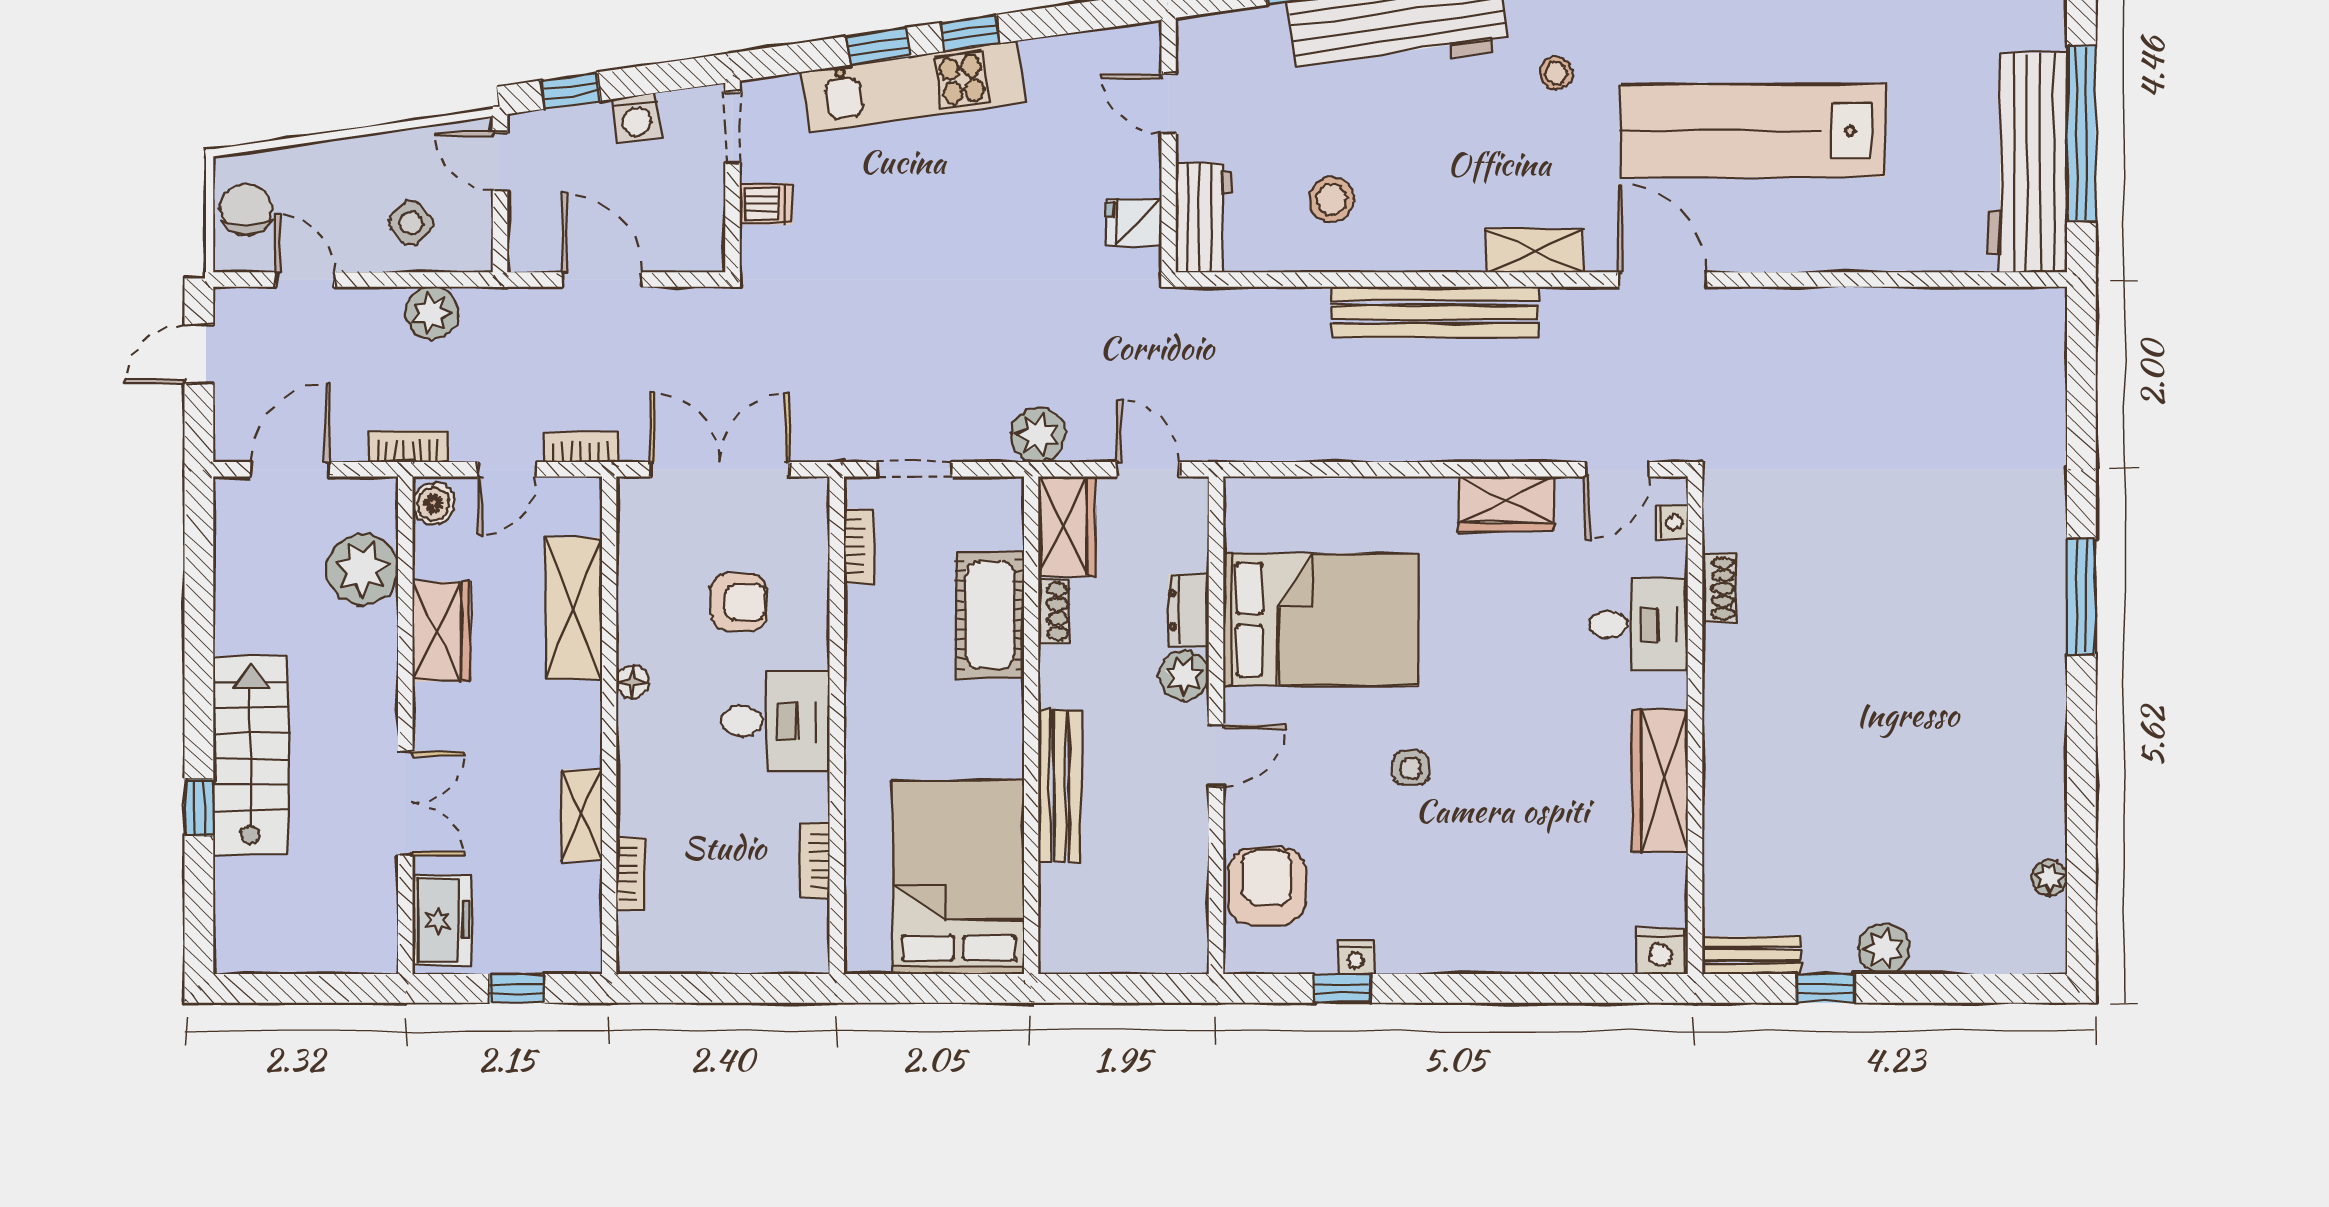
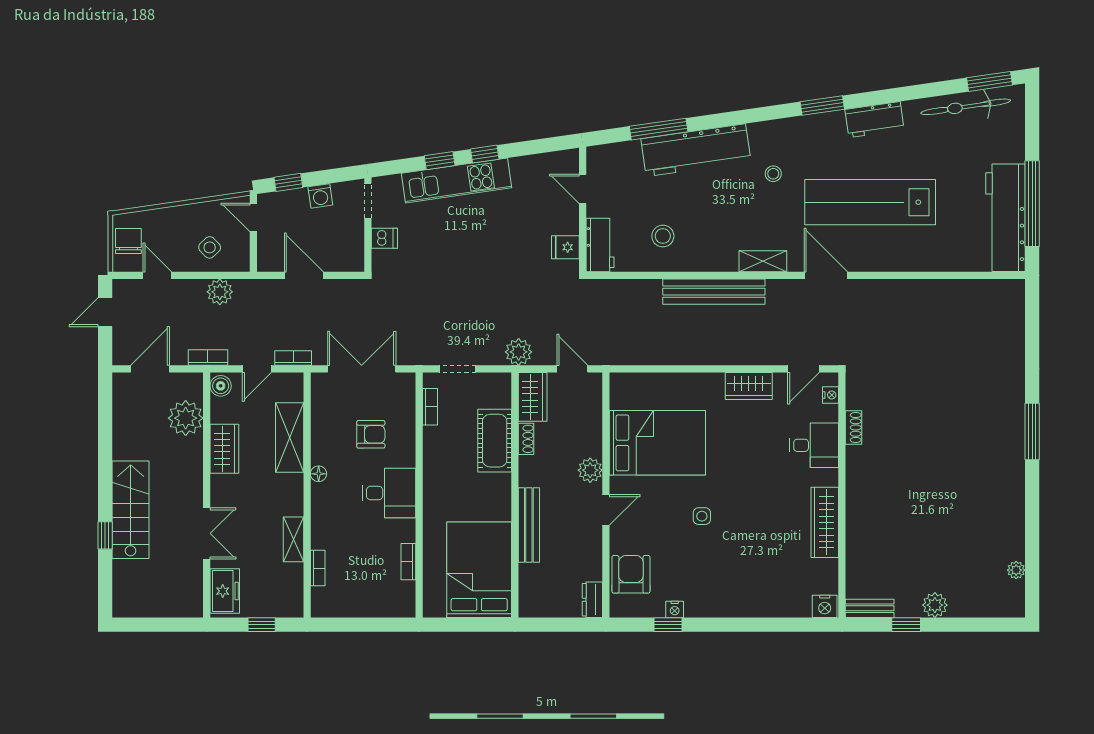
dresser: (1189, 610) -> (592, 600), moved

